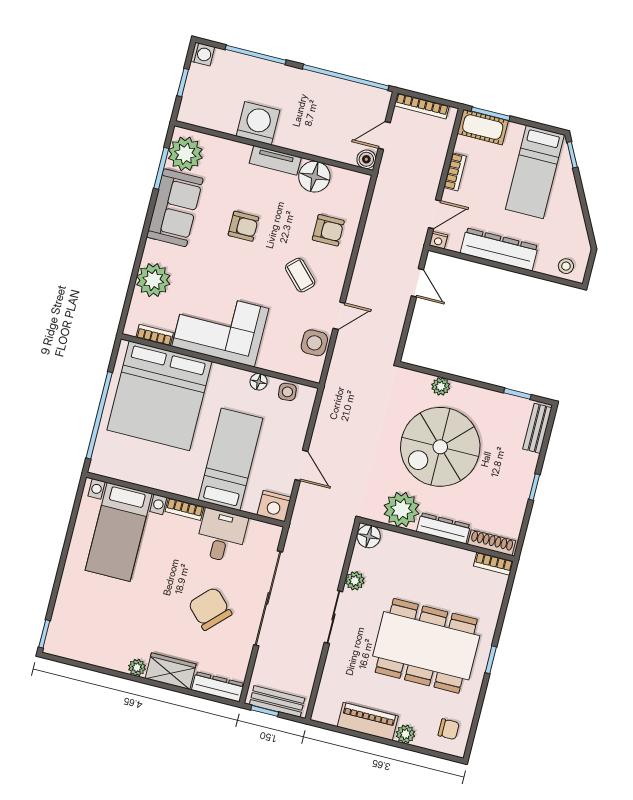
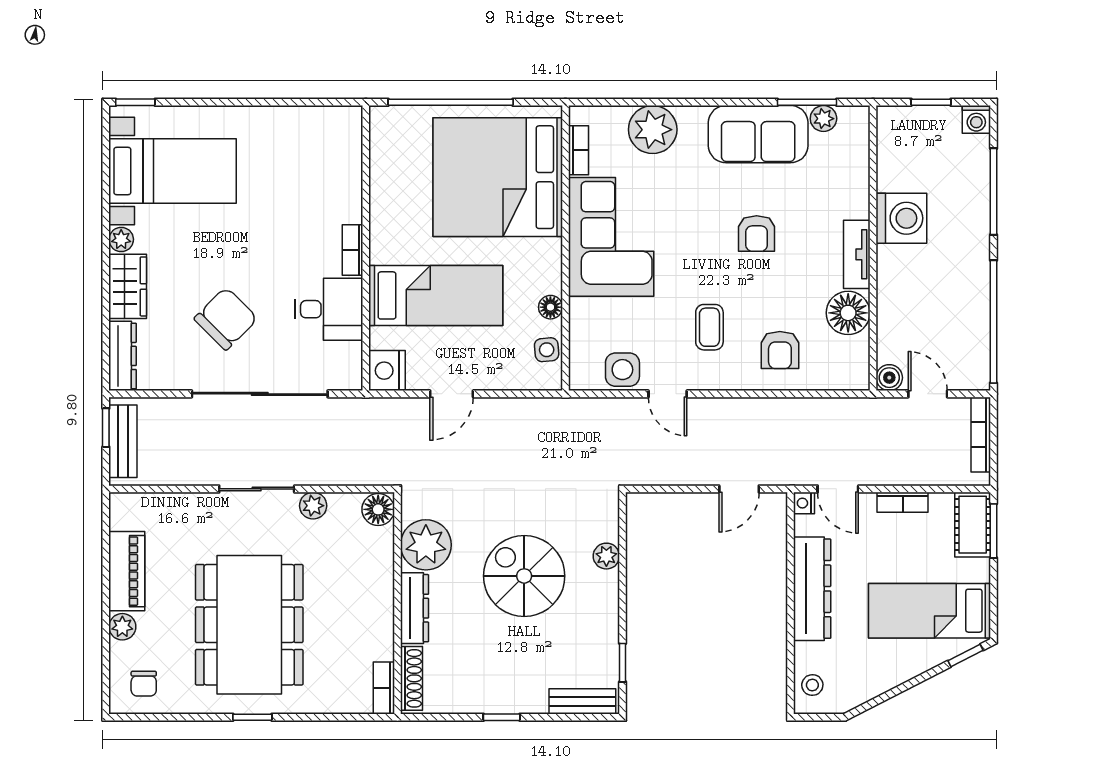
plant: (185, 154) -> (823, 119), width x0.53, depth x0.53
coffee table: (300, 275) -> (709, 327), turned -46
spiral stairs: (440, 447) -> (524, 576), width x0.73, depth x0.73
bed with nightstands: (119, 532) -> (173, 171), moved, turned 180

